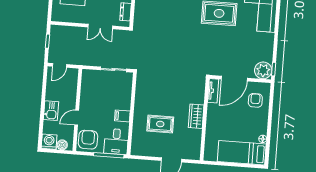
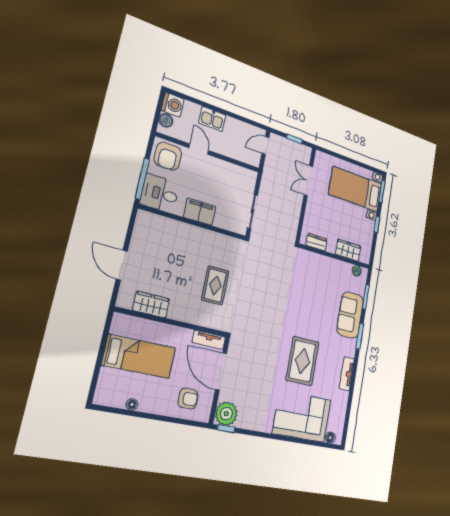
double door: (100, 27) -> (308, 181), moved
door: (59, 65) -> (265, 145), hinge flipped
filing cabinet: (122, 116) -> (200, 212), width x2.00
wardrobe: (196, 116) -> (151, 305), moved
rug: (160, 124) -> (215, 285), moved
armchair: (88, 140) -> (168, 156), turned 90
bed: (242, 153) -> (139, 356), moved, turned 90

